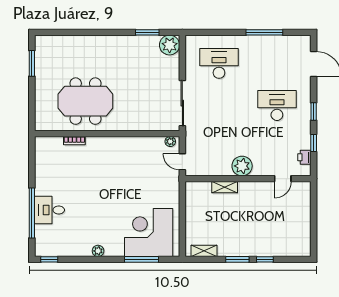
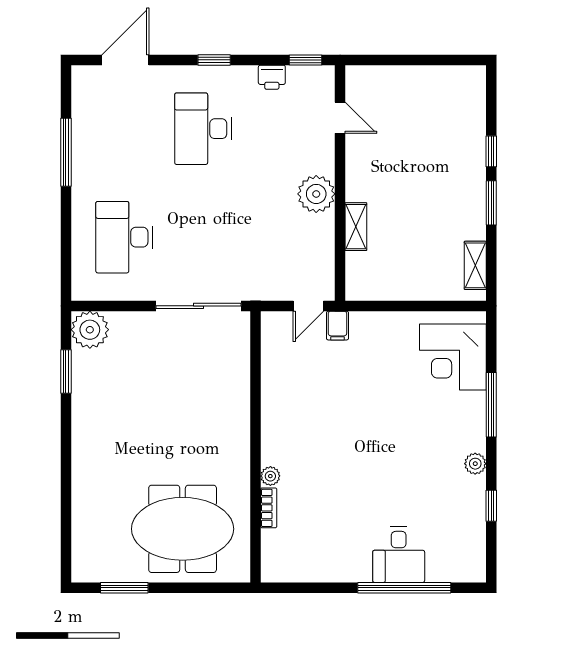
meeting table: (85, 101) -> (183, 529), moved, turned 90
plant: (170, 141) -> (270, 476), moved
window: (314, 143) -> (306, 60), moved
printer: (304, 157) -> (272, 77), moved
filing cabinet: (172, 177) -> (337, 326), added
corner desk: (149, 233) -> (453, 357), width x0.74, depth x0.74
window: (49, 259) -> (491, 506), moved
window: (141, 259) -> (491, 405), moved

